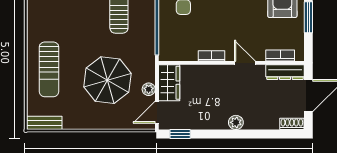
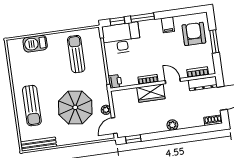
printer: (167, 52) -> (115, 81), added
wardrobe: (169, 83) -> (151, 93), moved, turned 90
bench: (44, 123) -> (39, 144), width x1.36

